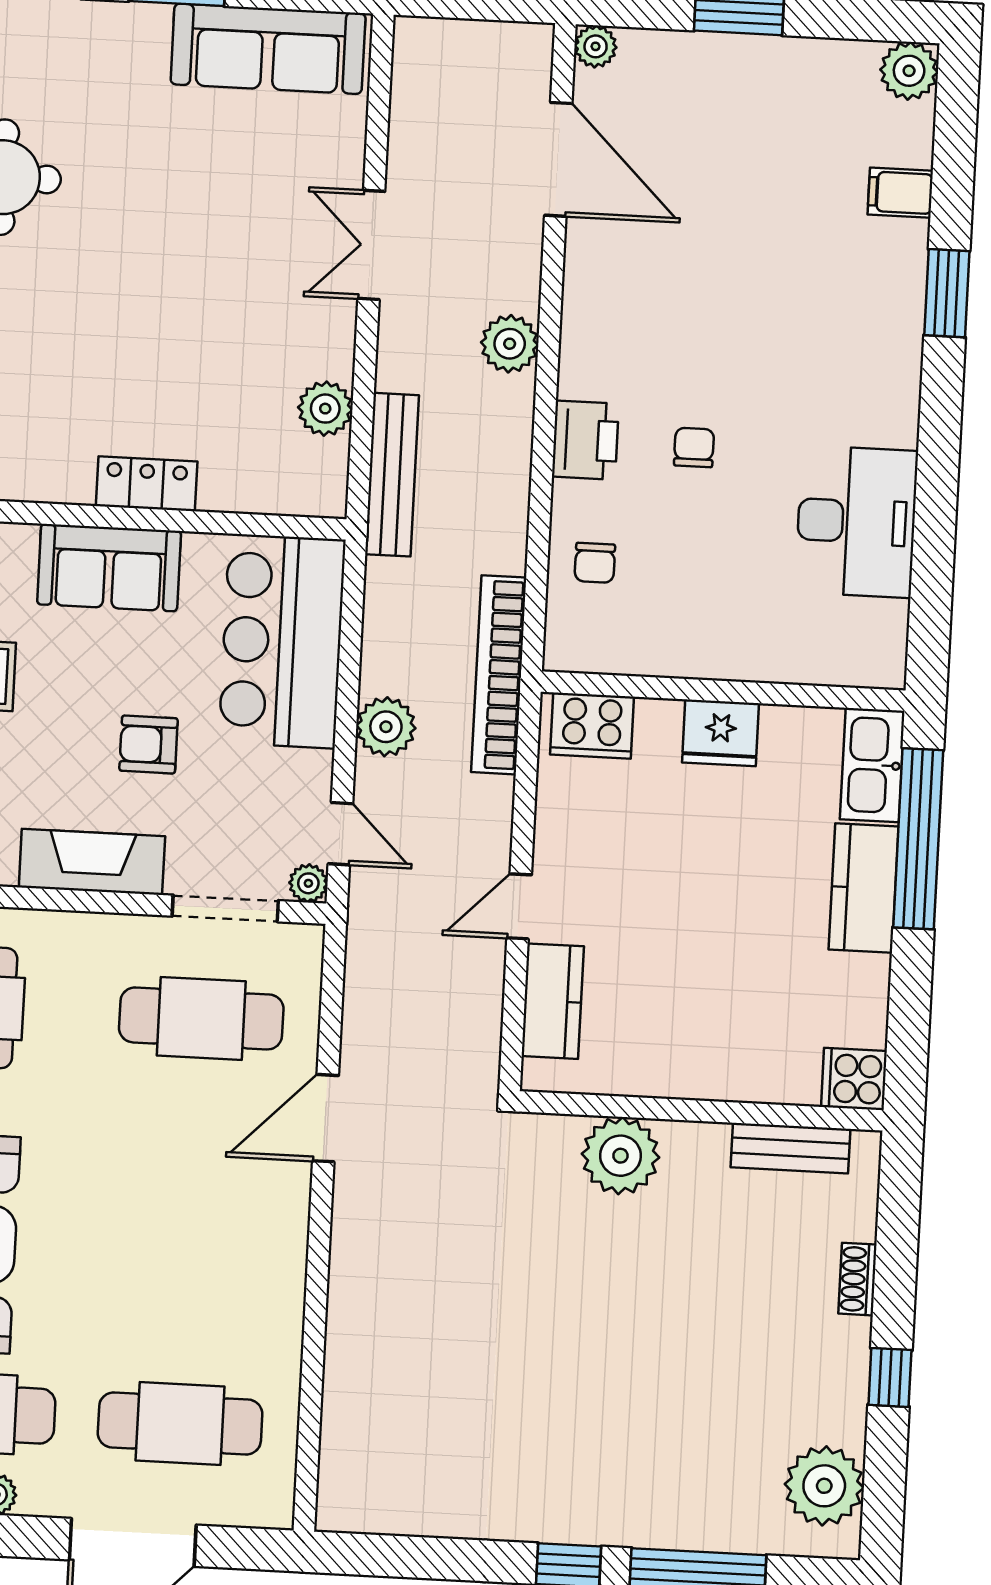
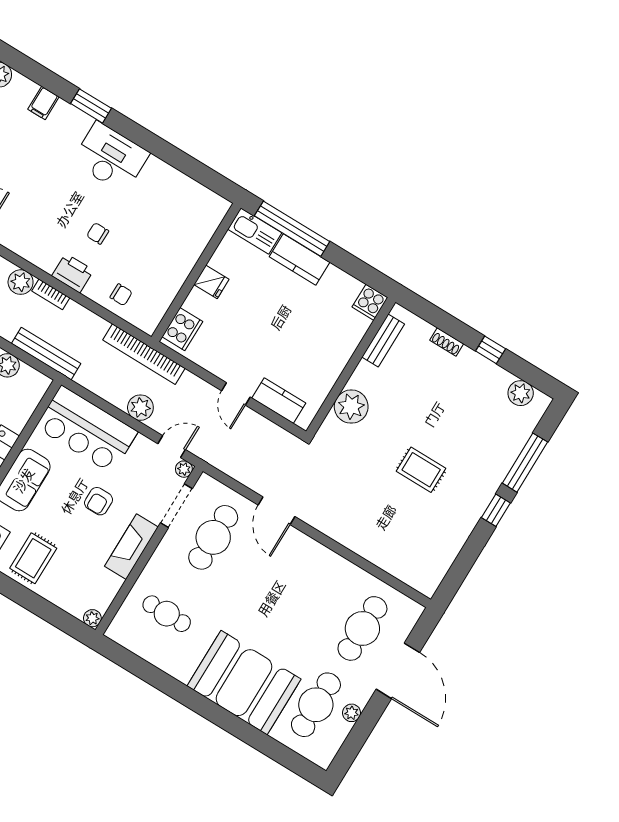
bookcase: (518, 419) -> (51, 294), added
desk: (856, 522) -> (111, 157), moved
fridge: (721, 733) -> (211, 282), width x0.72
rug: (569, 1368) -> (421, 470), added
plant: (824, 1486) -> (521, 393), width x0.73, depth x0.73

